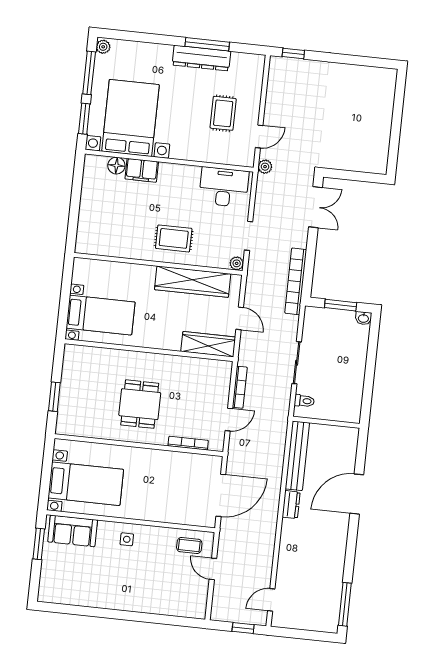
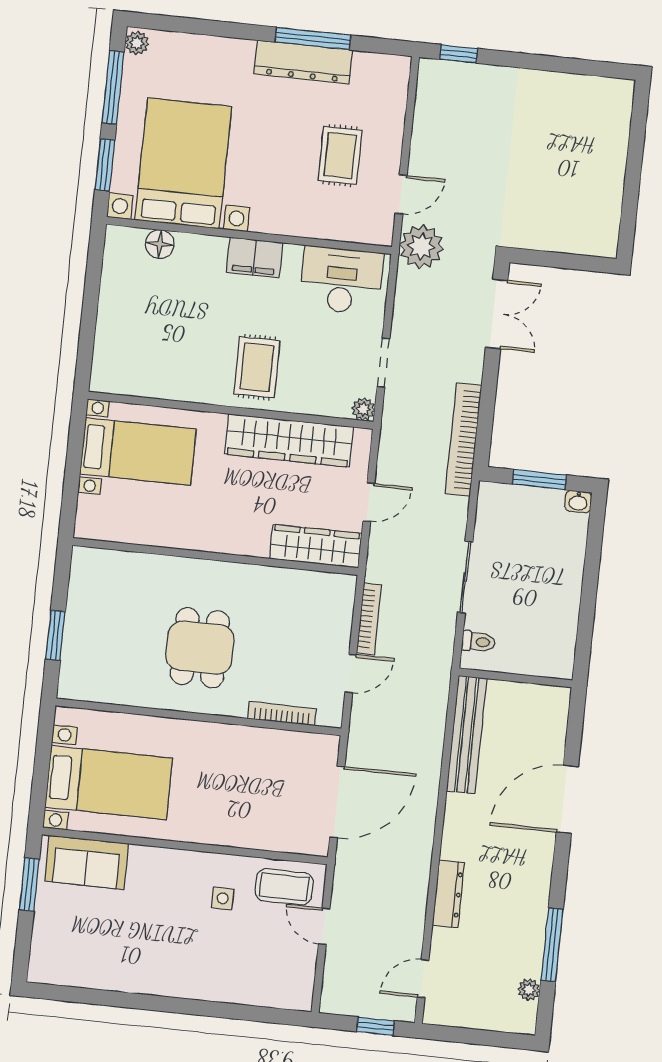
plant: (265, 167) -> (421, 247), width x1.87, depth x1.87
filing cabinet: (142, 170) -> (255, 257), moved
rug: (174, 238) -> (257, 367), turned 90
bed with nightstands: (101, 315) -> (138, 451), moved
door: (240, 318) -> (369, 502), hinge flipped
dresser: (291, 505) -> (448, 894), moved, width x1.44
side table: (127, 539) -> (223, 898), moved
coffee table: (189, 546) -> (284, 887), width x1.36, depth x1.30
window: (345, 604) -> (552, 945), moved
plant: (334, 607) -> (529, 990), added

